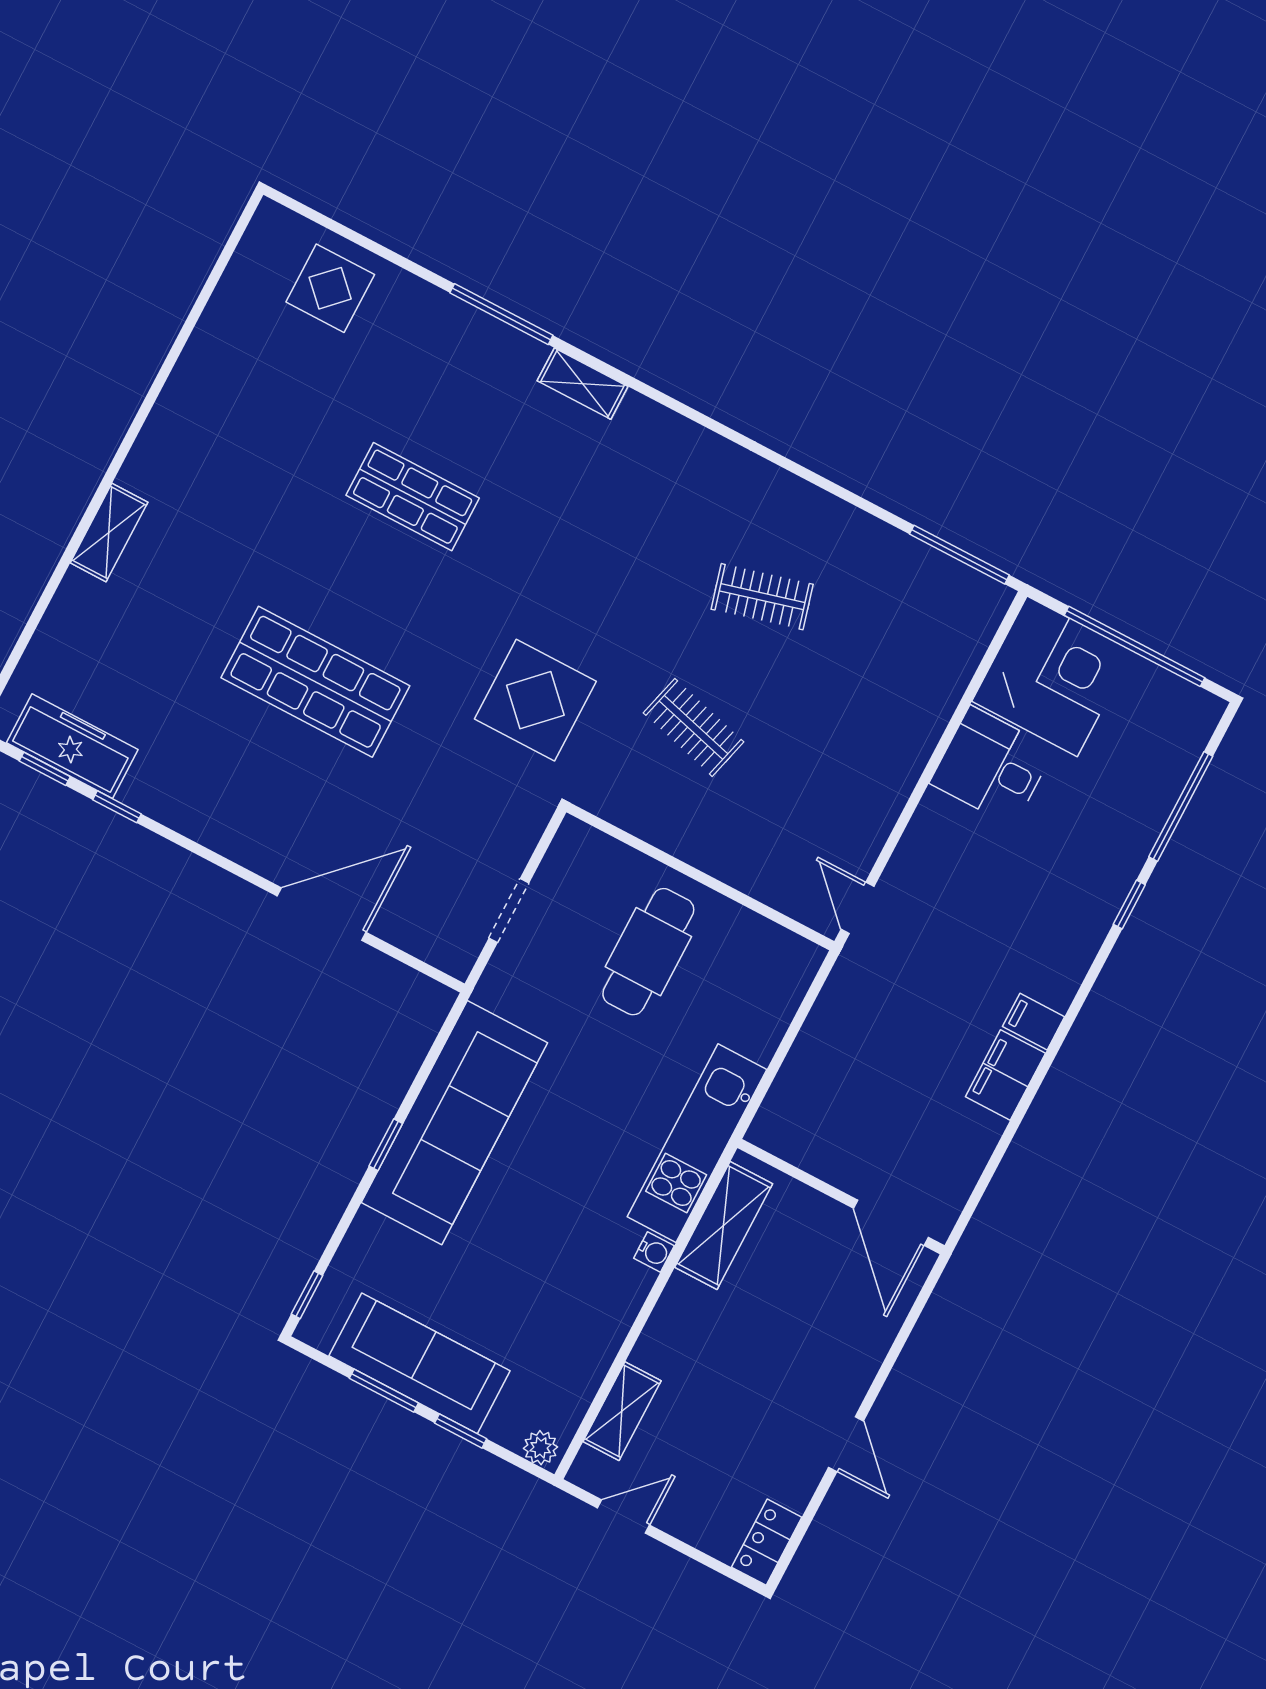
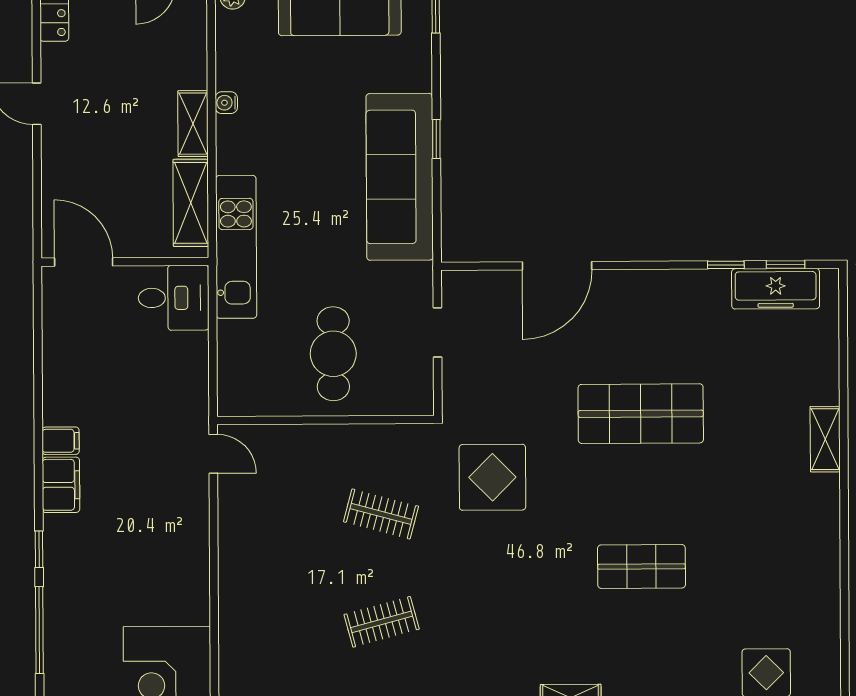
desk: (992, 766) -> (174, 298), moved
filing cabinet: (1005, 1075) -> (61, 485), moved
water cooler: (654, 1252) -> (226, 103), moved
shelving: (622, 1411) -> (193, 124), moved

